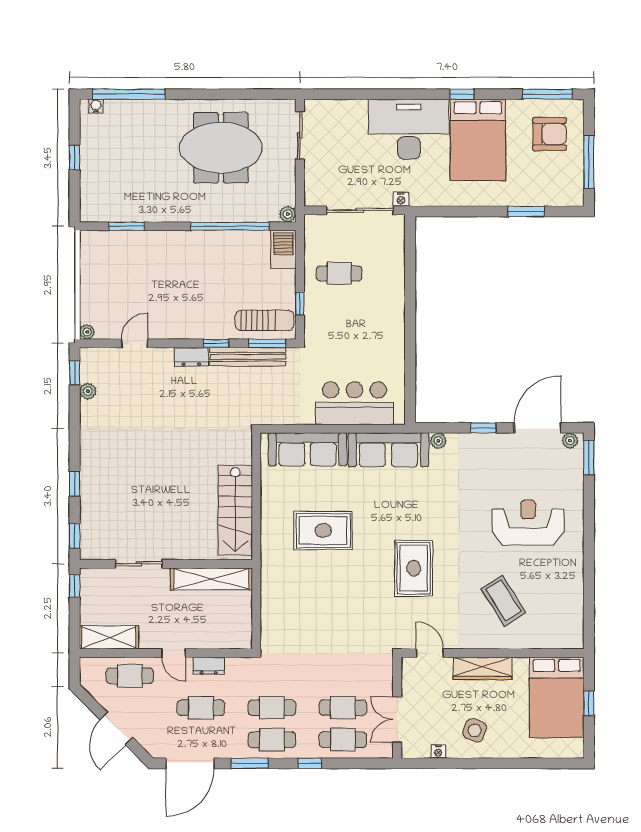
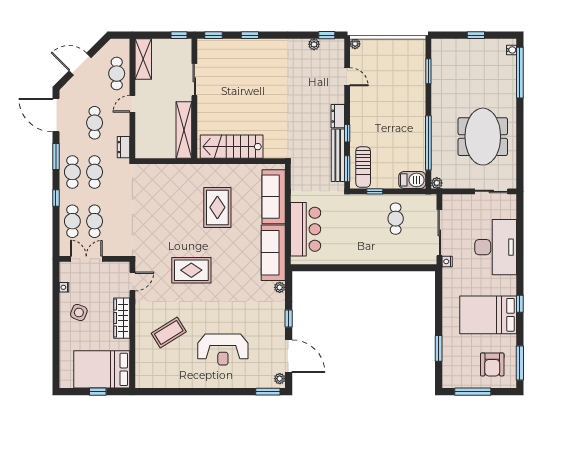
desk: (409, 129) -> (496, 247), moved
reception desk: (528, 522) -> (223, 350), turned 90
dresser: (209, 666) -> (124, 147), moved

